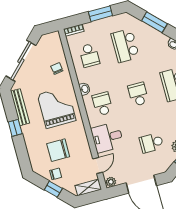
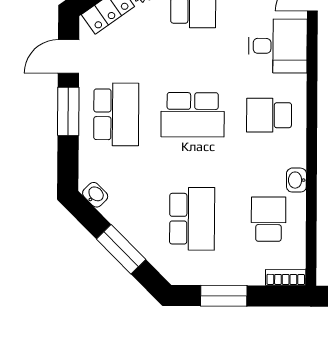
washbasin: (85, 89) -> (296, 180), moved
school desk: (138, 94) -> (193, 115), width x1.85
school desk: (102, 104) -> (269, 115), turned 90

